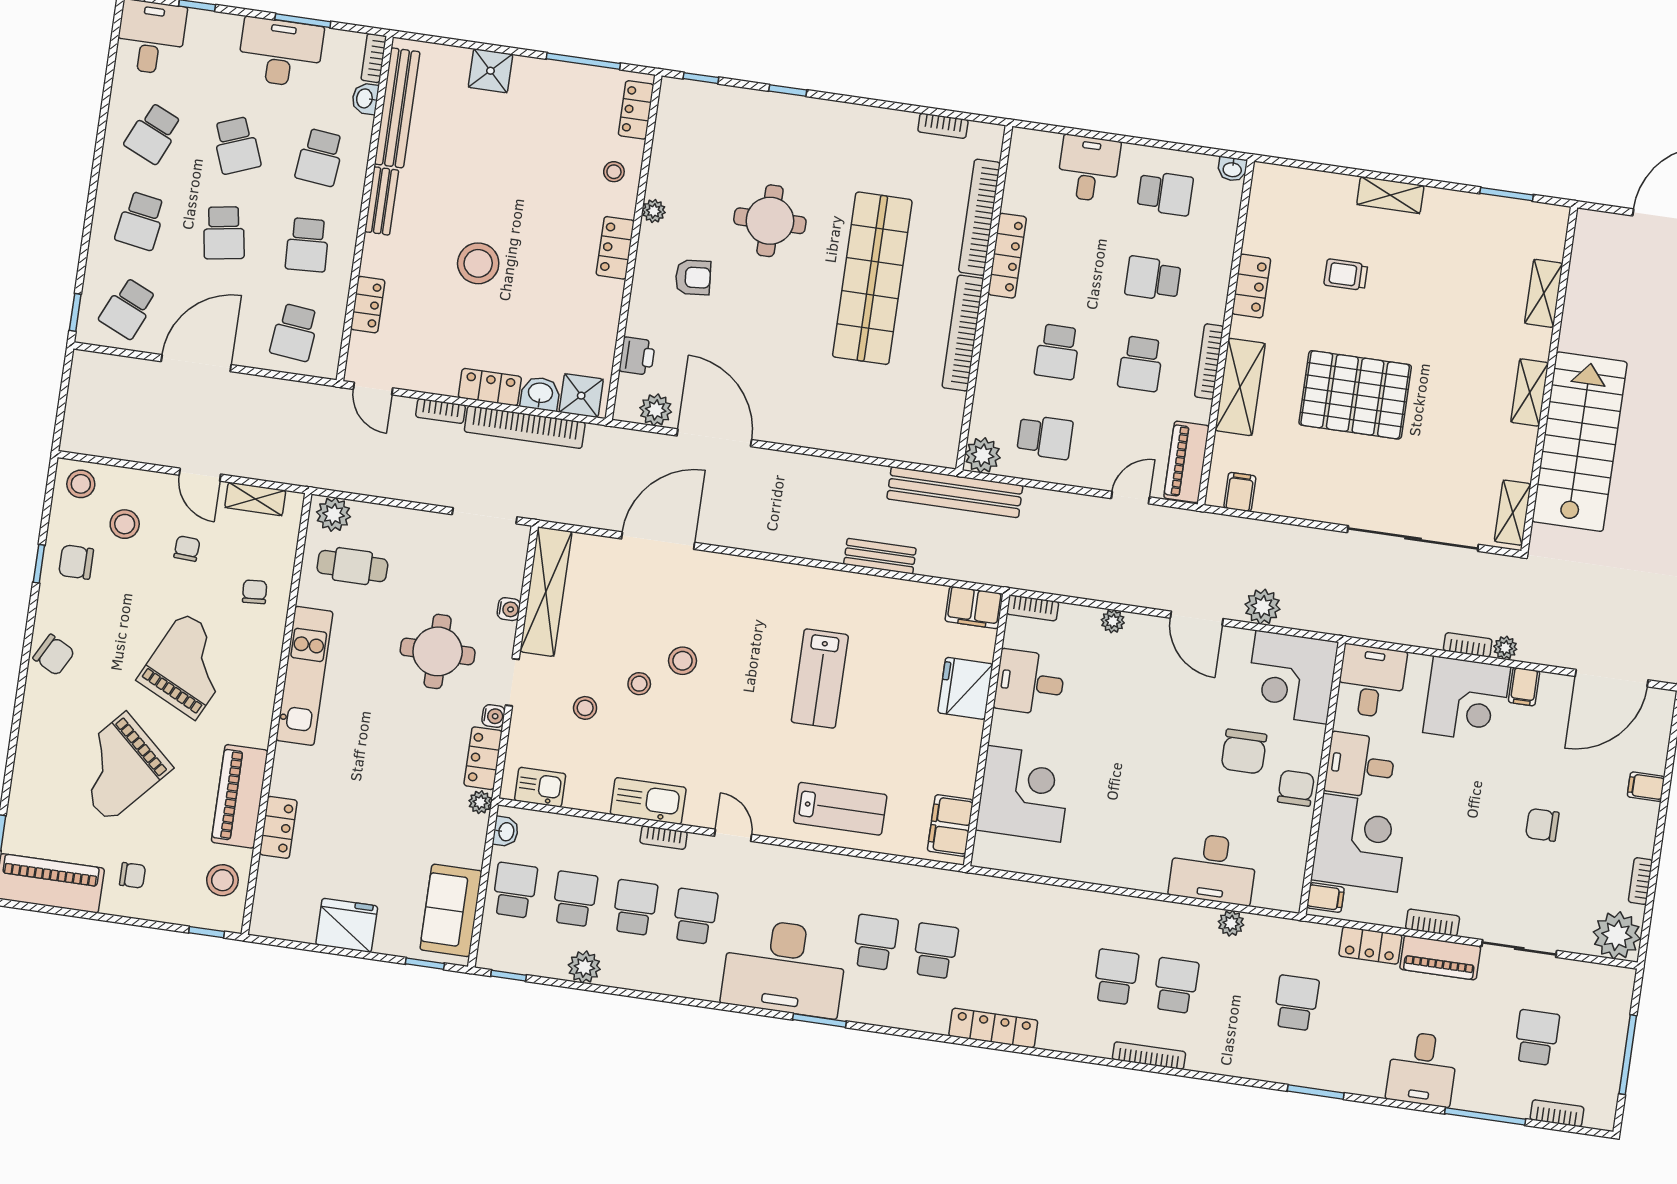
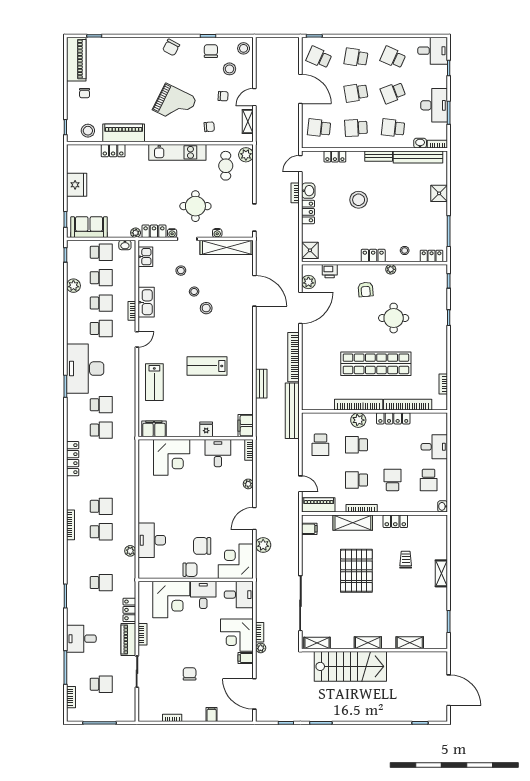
washbasin: (540, 394) -> (308, 191), moved
bookcase: (525, 427) -> (294, 357), moved
plant: (983, 455) -> (358, 420), moved
fridge: (965, 688) -> (206, 429), width x0.53, depth x0.75
grand piano: (117, 767) -> (129, 80), removed
filing cabinet: (1325, 898) -> (147, 588), removed
plant: (1617, 935) -> (148, 711), removed

